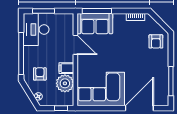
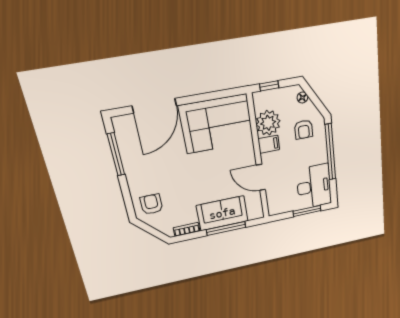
window: (97, 11) -> (226, 228), moved
sofa: (95, 24) -> (222, 213), moved

